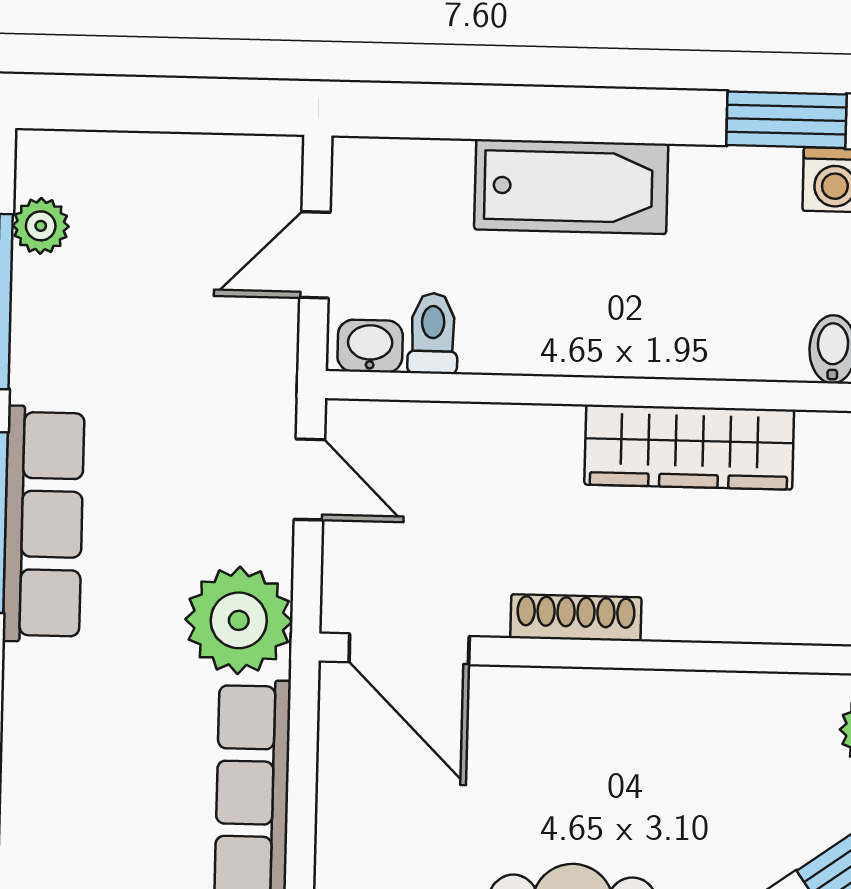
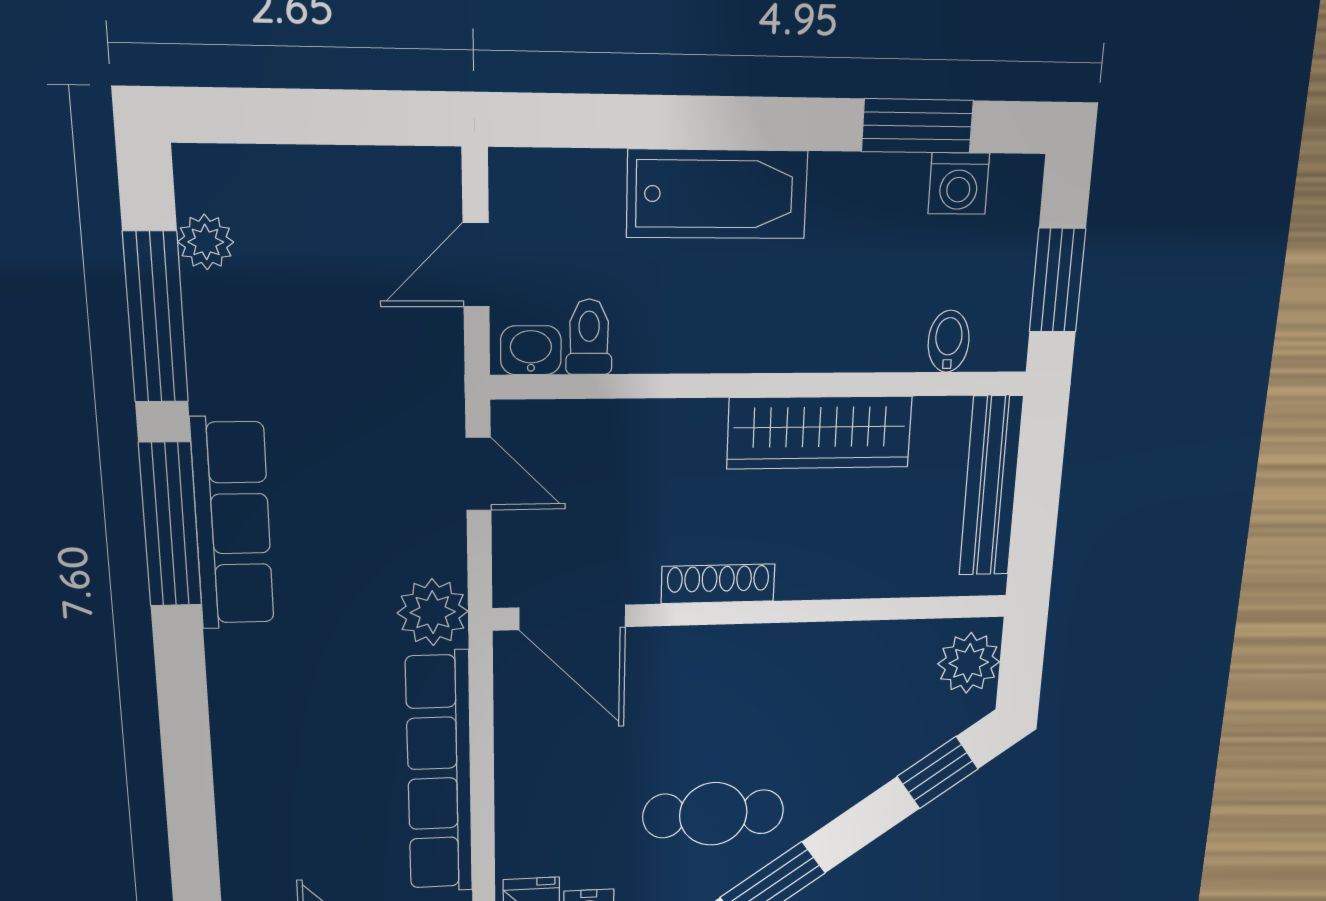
plant: (239, 620) -> (433, 612), width x0.73, depth x0.73

